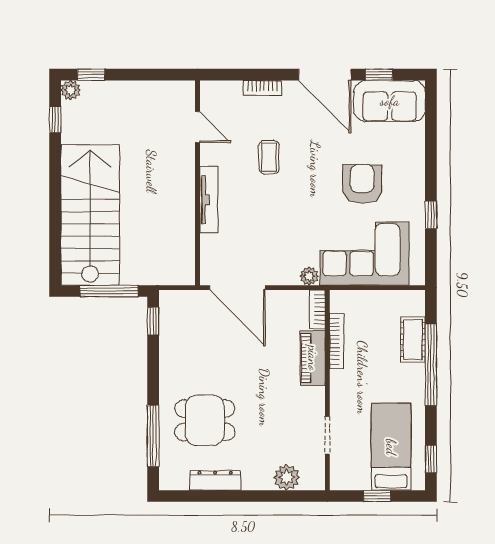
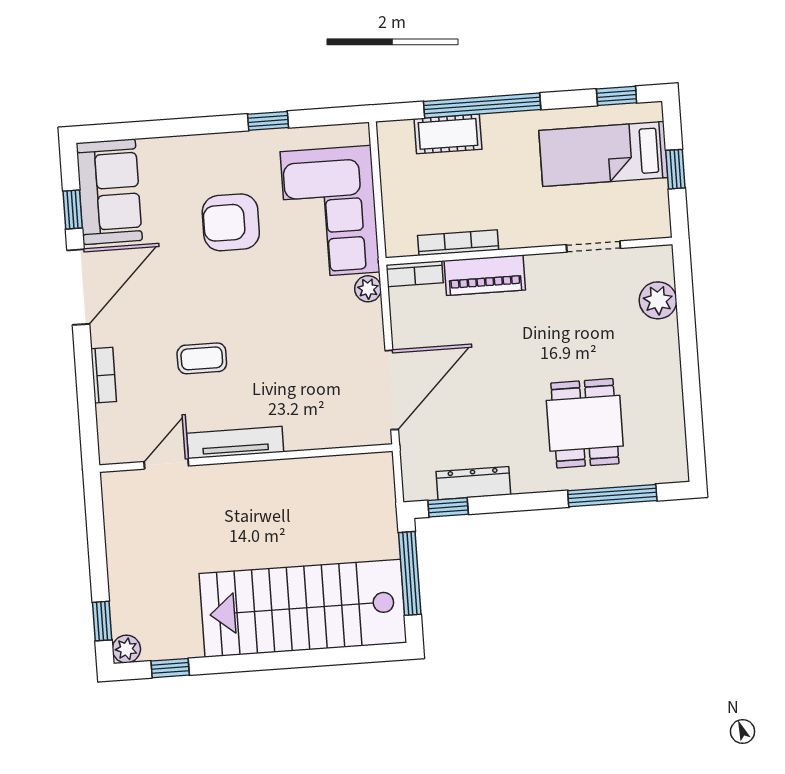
tv unit: (209, 200) -> (235, 443), moved
dresser: (215, 480) -> (473, 483), moved, turned 90

